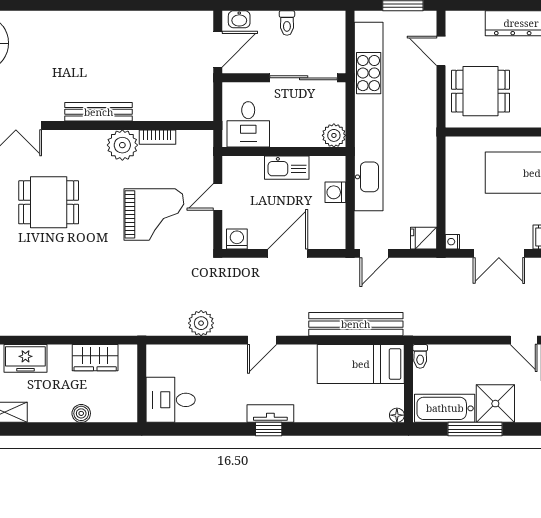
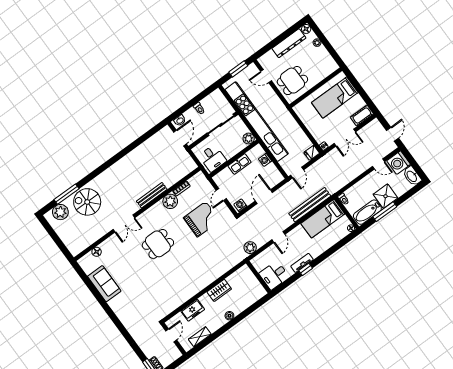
wall: (142, 383) -> (258, 277), moved
desk: (171, 400) -> (274, 275), moved

